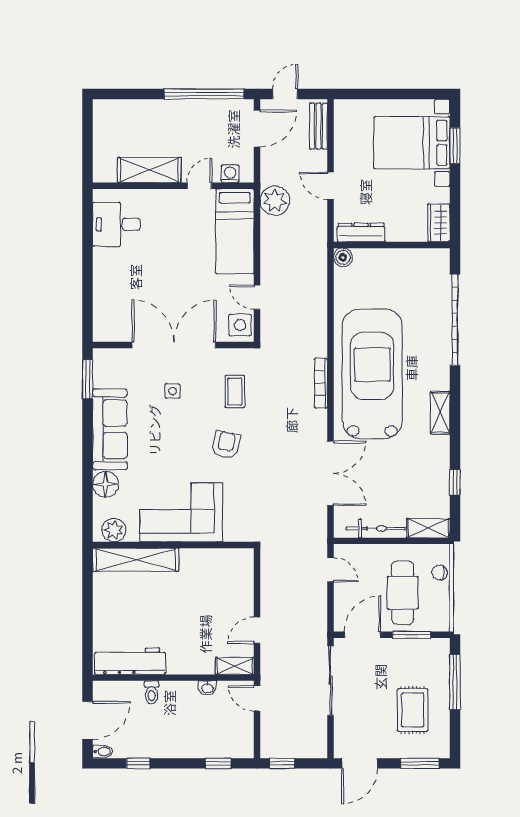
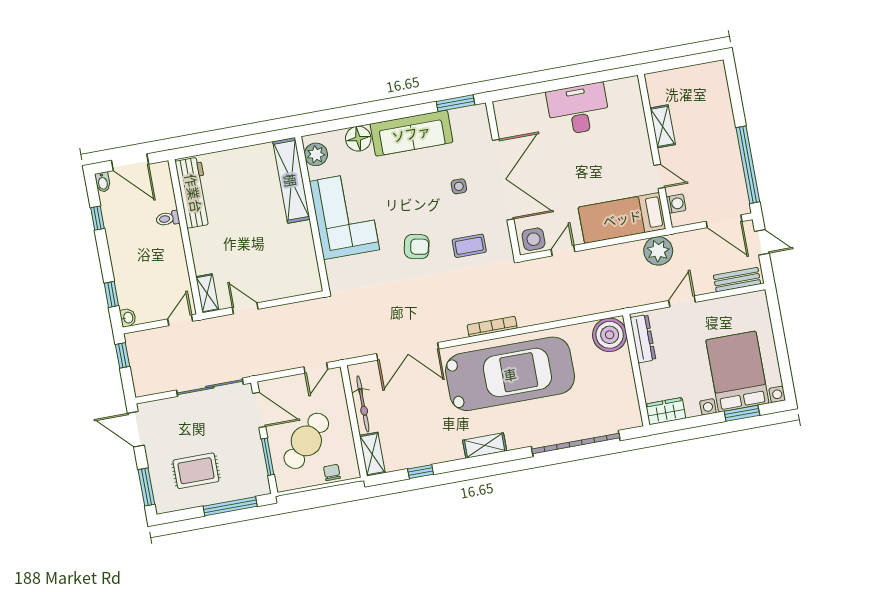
shelving: (149, 170) -> (663, 126), width x0.67, depth x0.75
desk: (116, 224) -> (578, 109), moved, width x1.37
boiler: (343, 257) -> (610, 335), width x1.86, depth x1.86
cafe table: (403, 593) -> (306, 441), turned -46
washbasin: (207, 688) -> (128, 318), moved, turned 180

